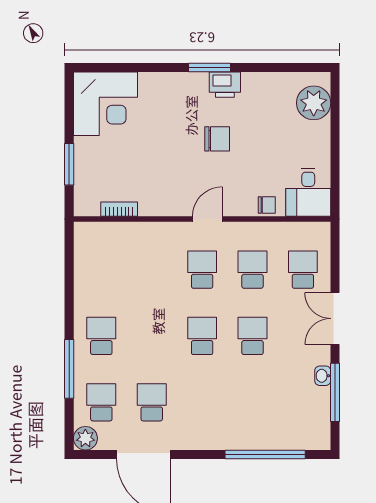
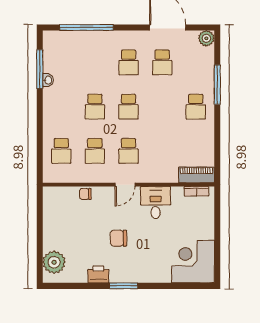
printer: (225, 85) -> (98, 274), moved
window: (69, 164) -> (217, 221), removed
desk: (308, 192) -> (156, 203), moved
bookcase: (119, 209) -> (196, 191), moved
piano: (100, 234) -> (196, 175), added
double door: (335, 319) -> (40, 118), removed
school desk: (101, 402) -> (129, 62), moved

